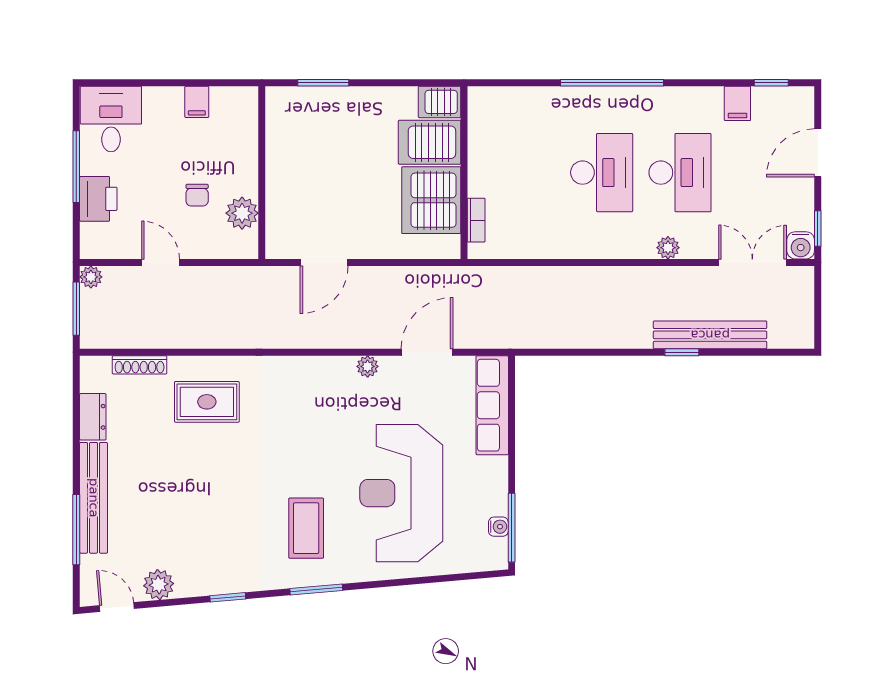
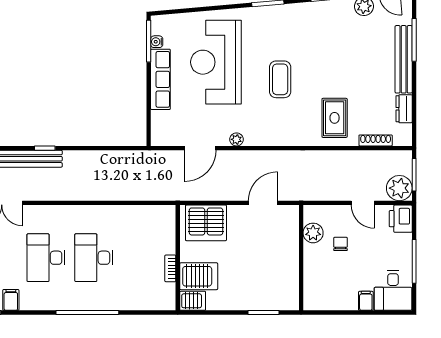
filing cabinet: (197, 102) -> (366, 301), moved
printer: (98, 199) -> (401, 219), moved
server rack: (431, 200) -> (206, 223), moved, turned 90
bookcase: (476, 220) -> (170, 268), moved
plant: (668, 248) -> (53, 212), removed
plant: (91, 277) -> (399, 188), width x1.87, depth x1.87
rug: (207, 402) -> (335, 118), turned 90
row of seats: (492, 405) -> (160, 79), moved
reception desk: (401, 493) -> (216, 62), turned 180
coffee table: (306, 528) -> (280, 79), moved

